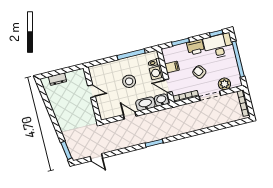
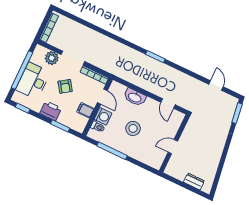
desk: (219, 46) -> (33, 81), moved, turned 90
door: (92, 91) -> (173, 147), hinge flipped
washbasin: (161, 100) -> (118, 89), removed
door: (130, 115) -> (168, 104), moved

